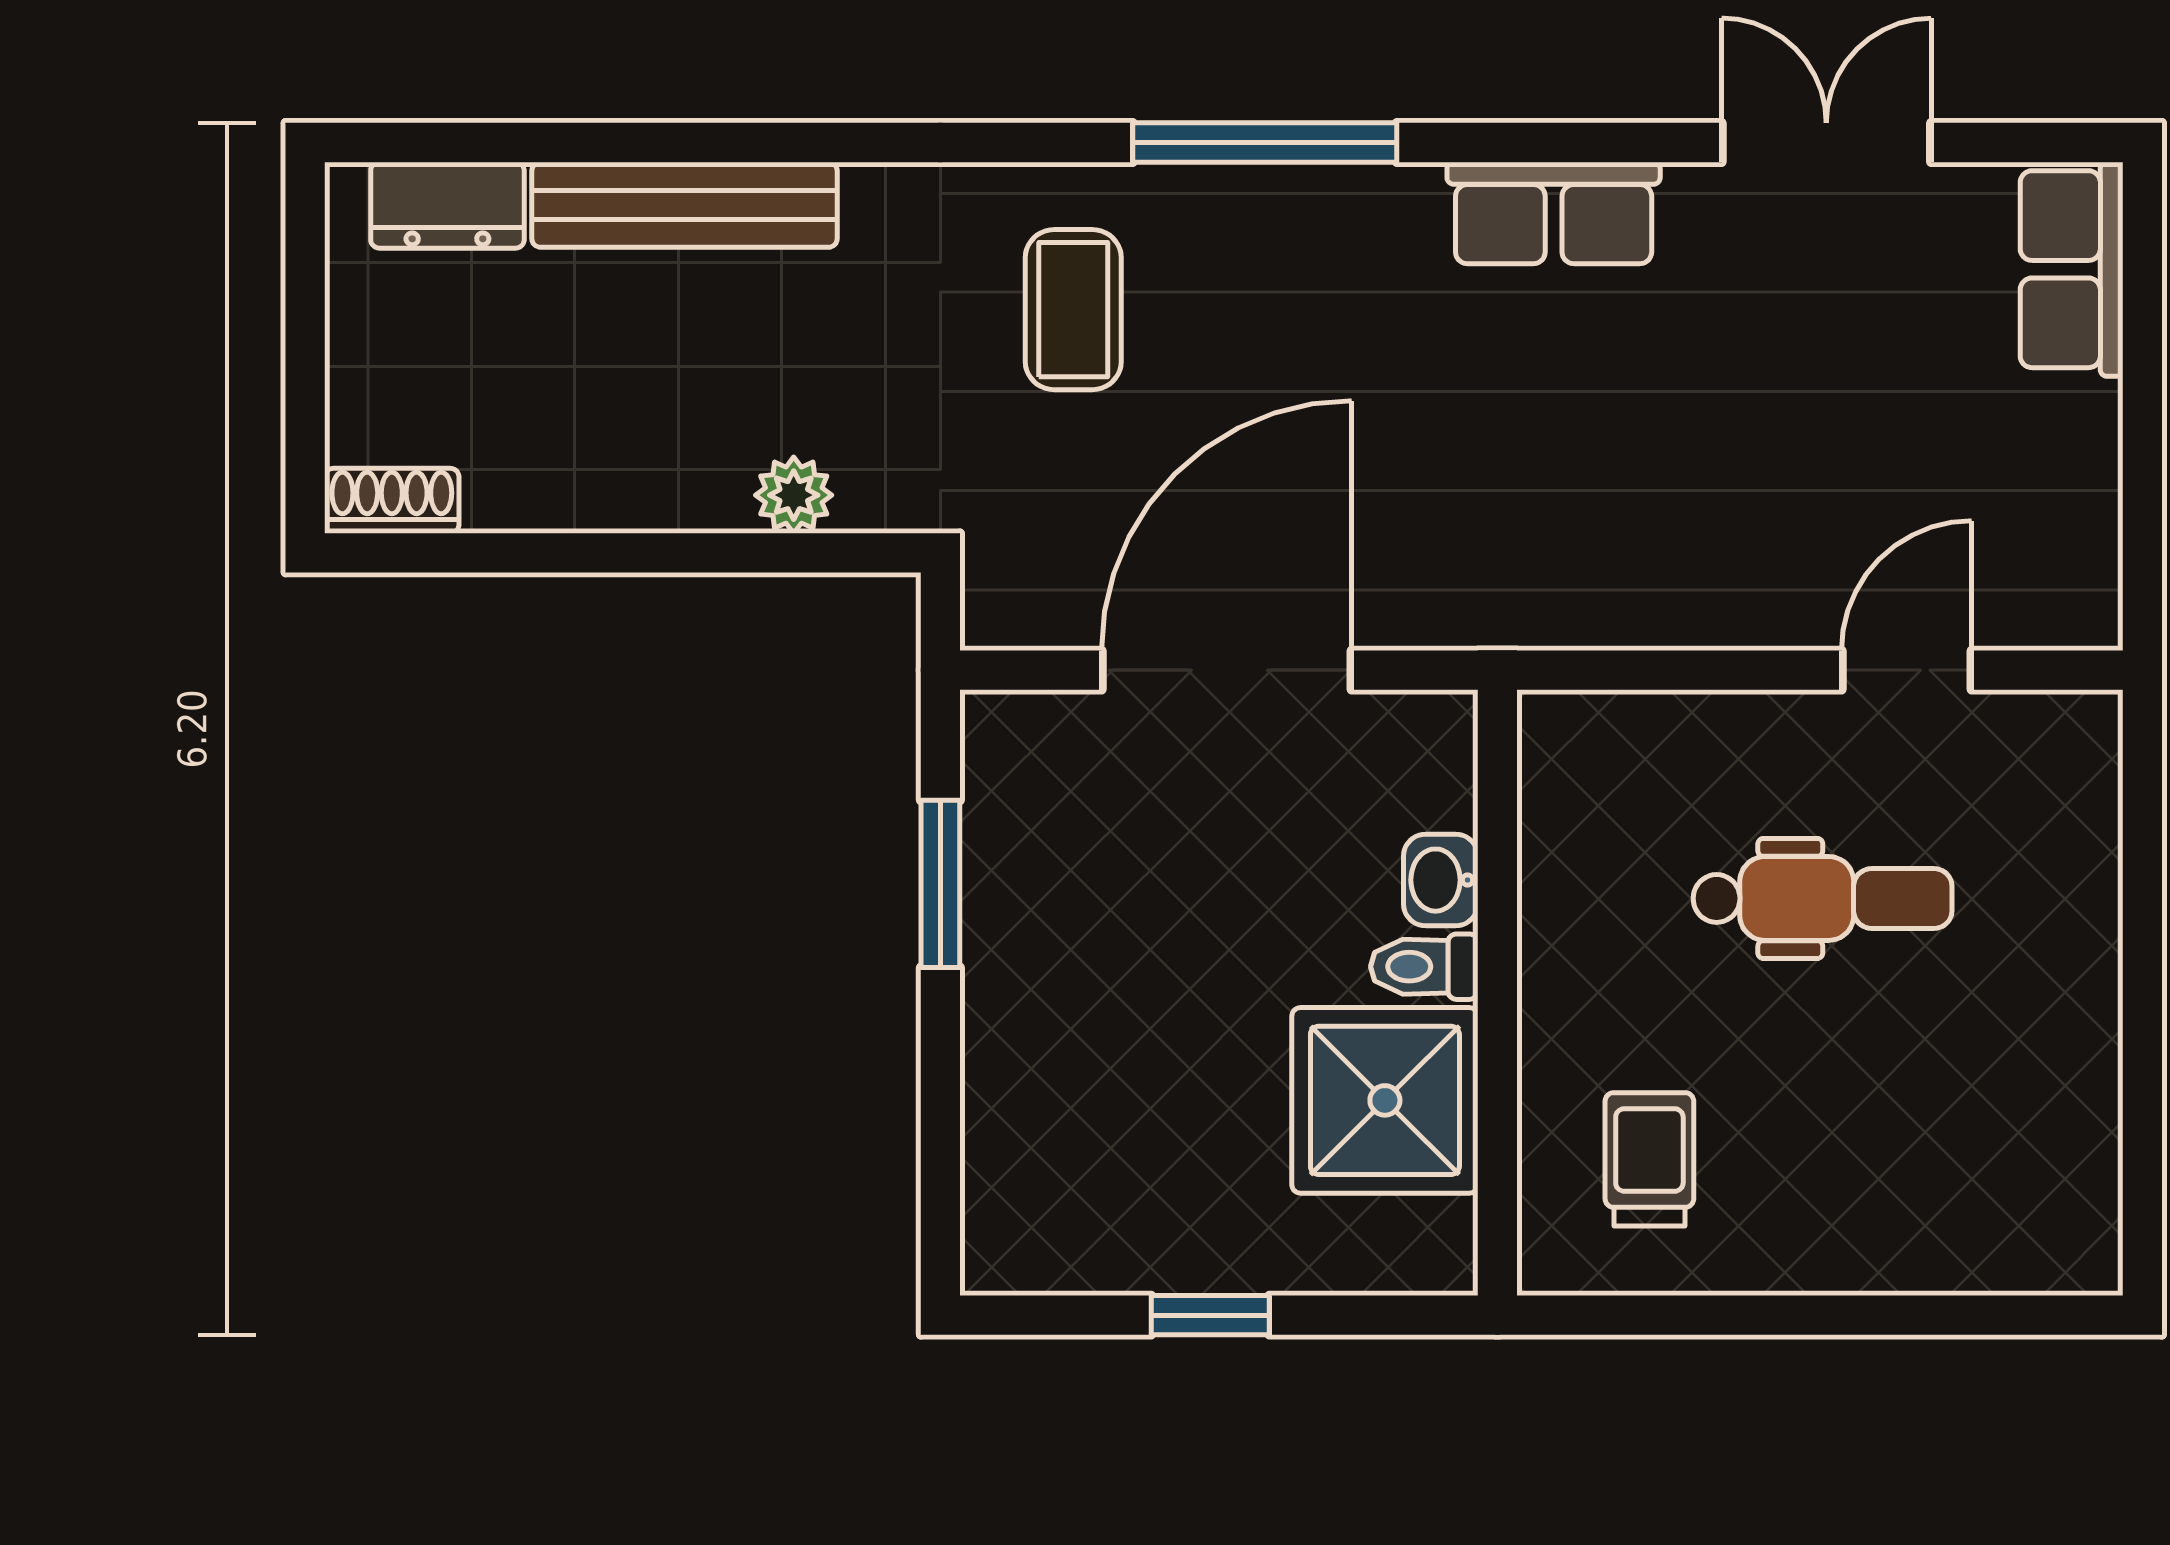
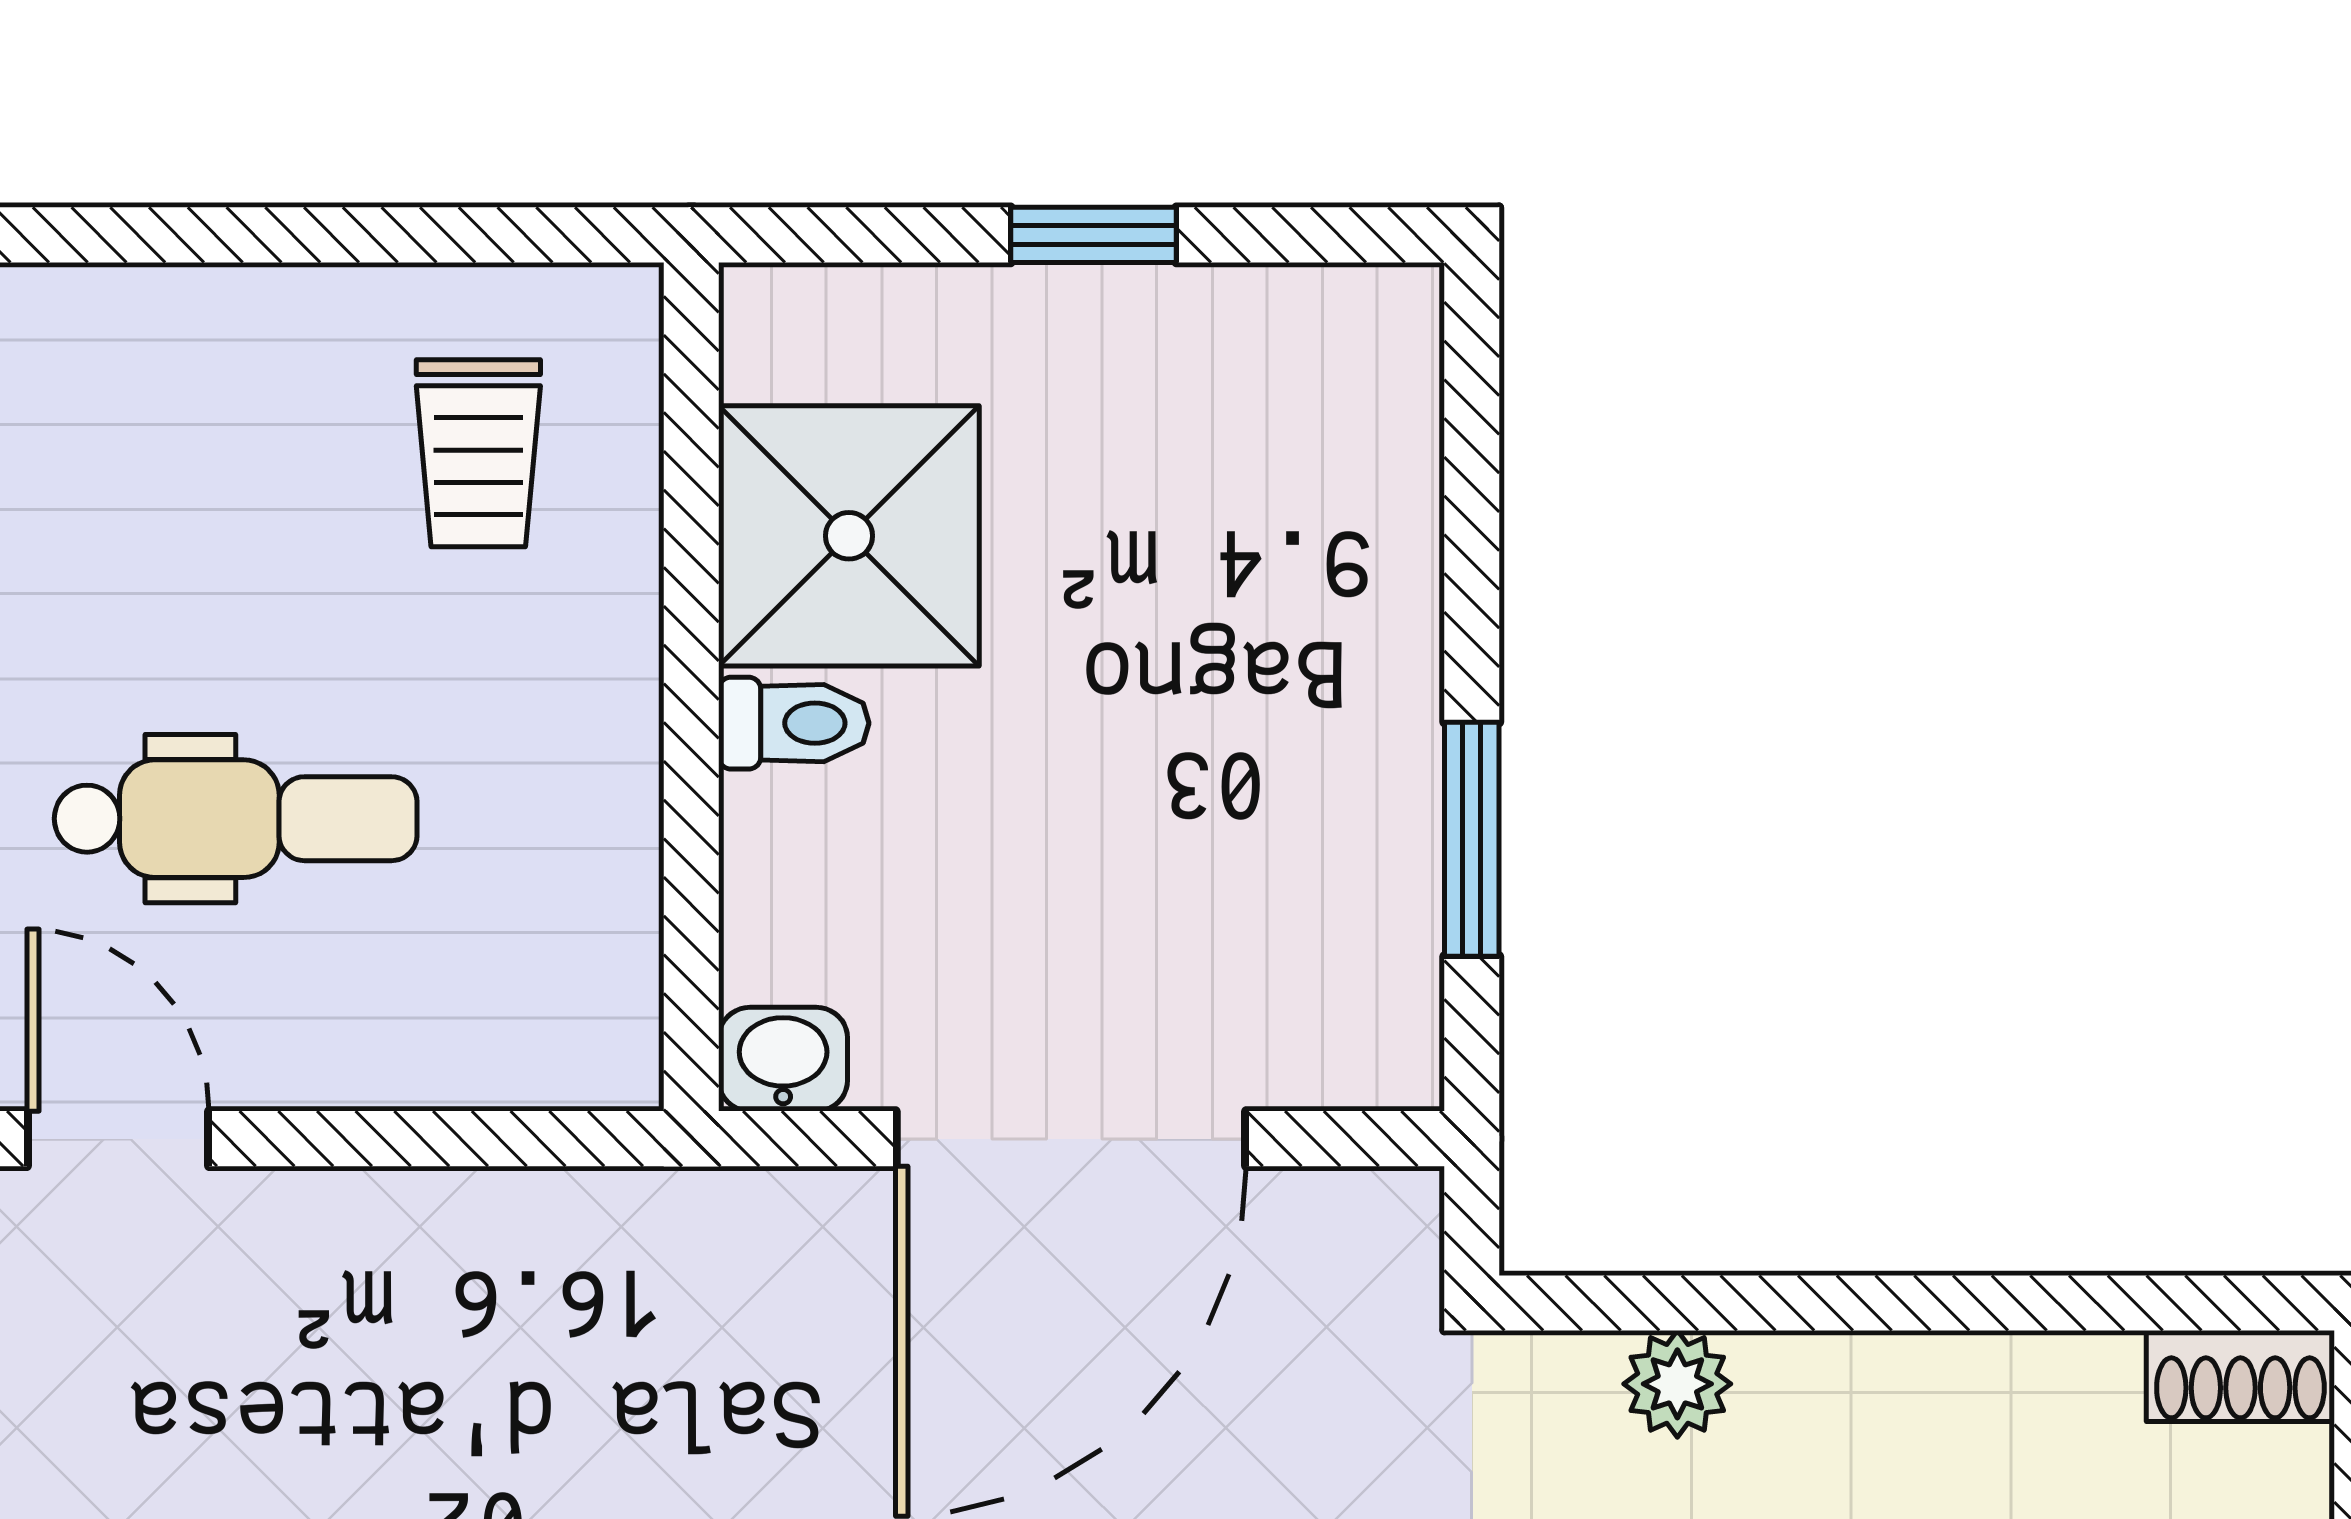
door: (1907, 670) -> (118, 1139), swing flipped
washbasin: (1441, 880) -> (783, 1059), moved, turned -90
dental chair: (1823, 898) -> (236, 819), turned 180

